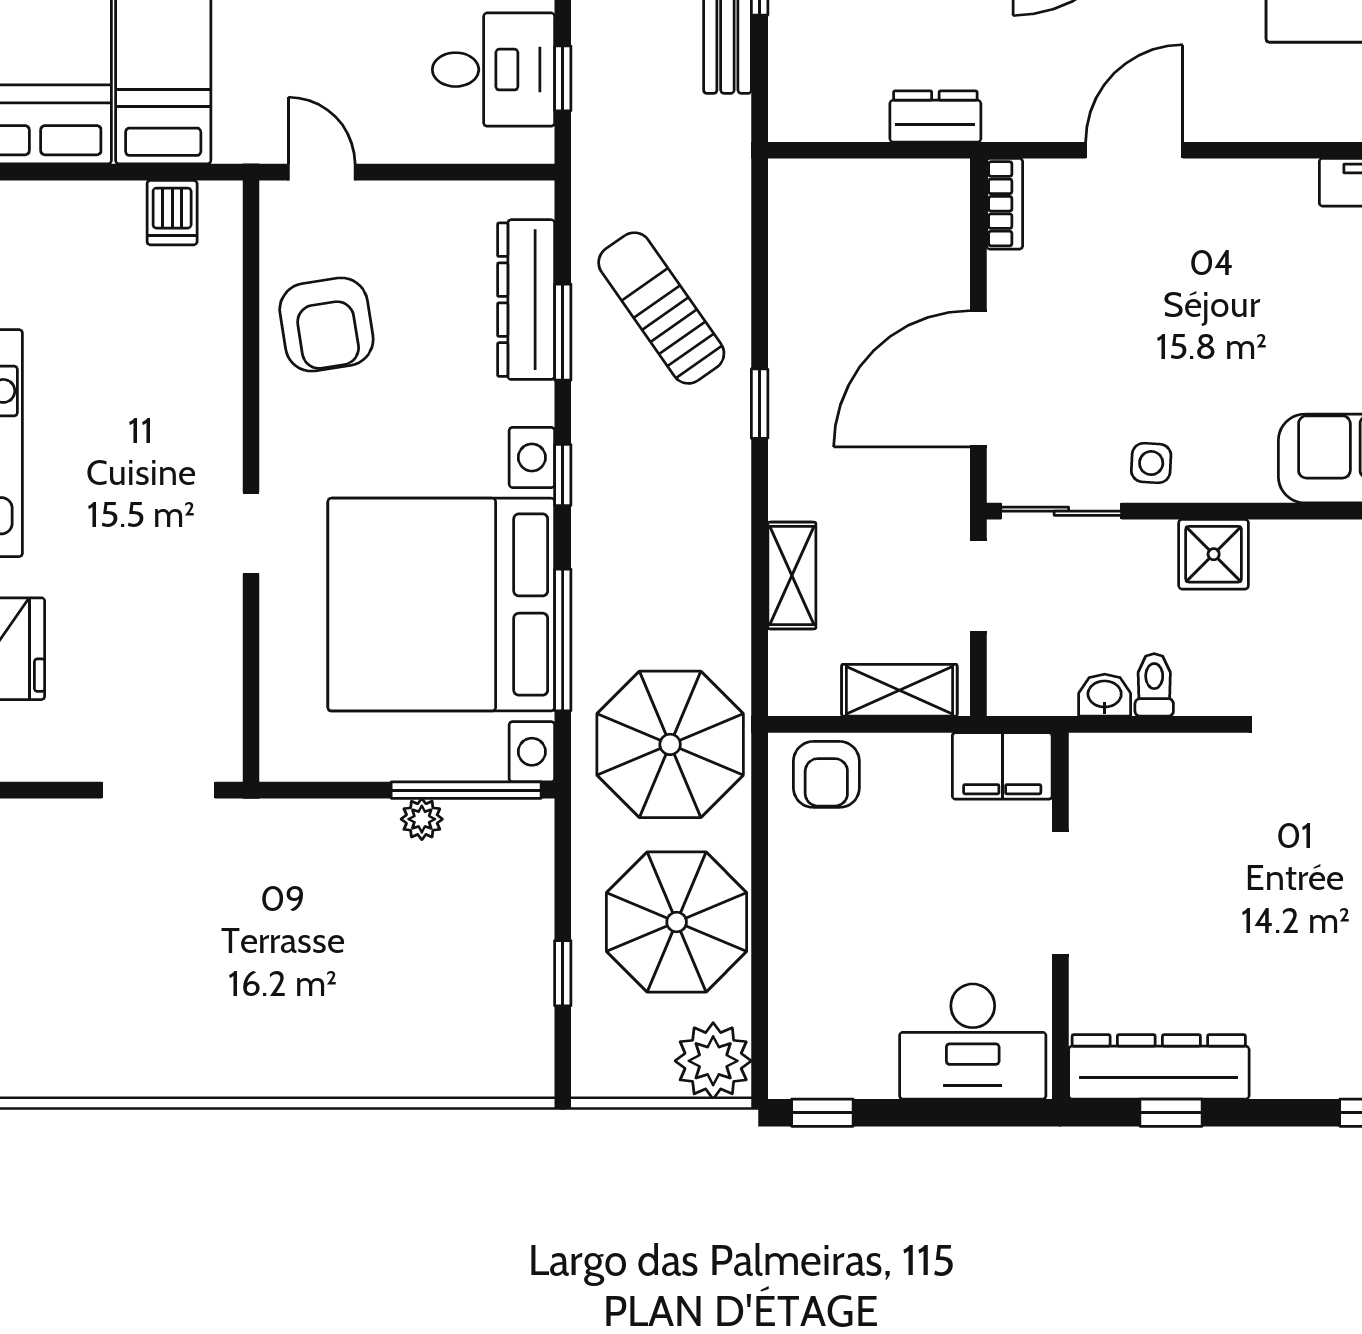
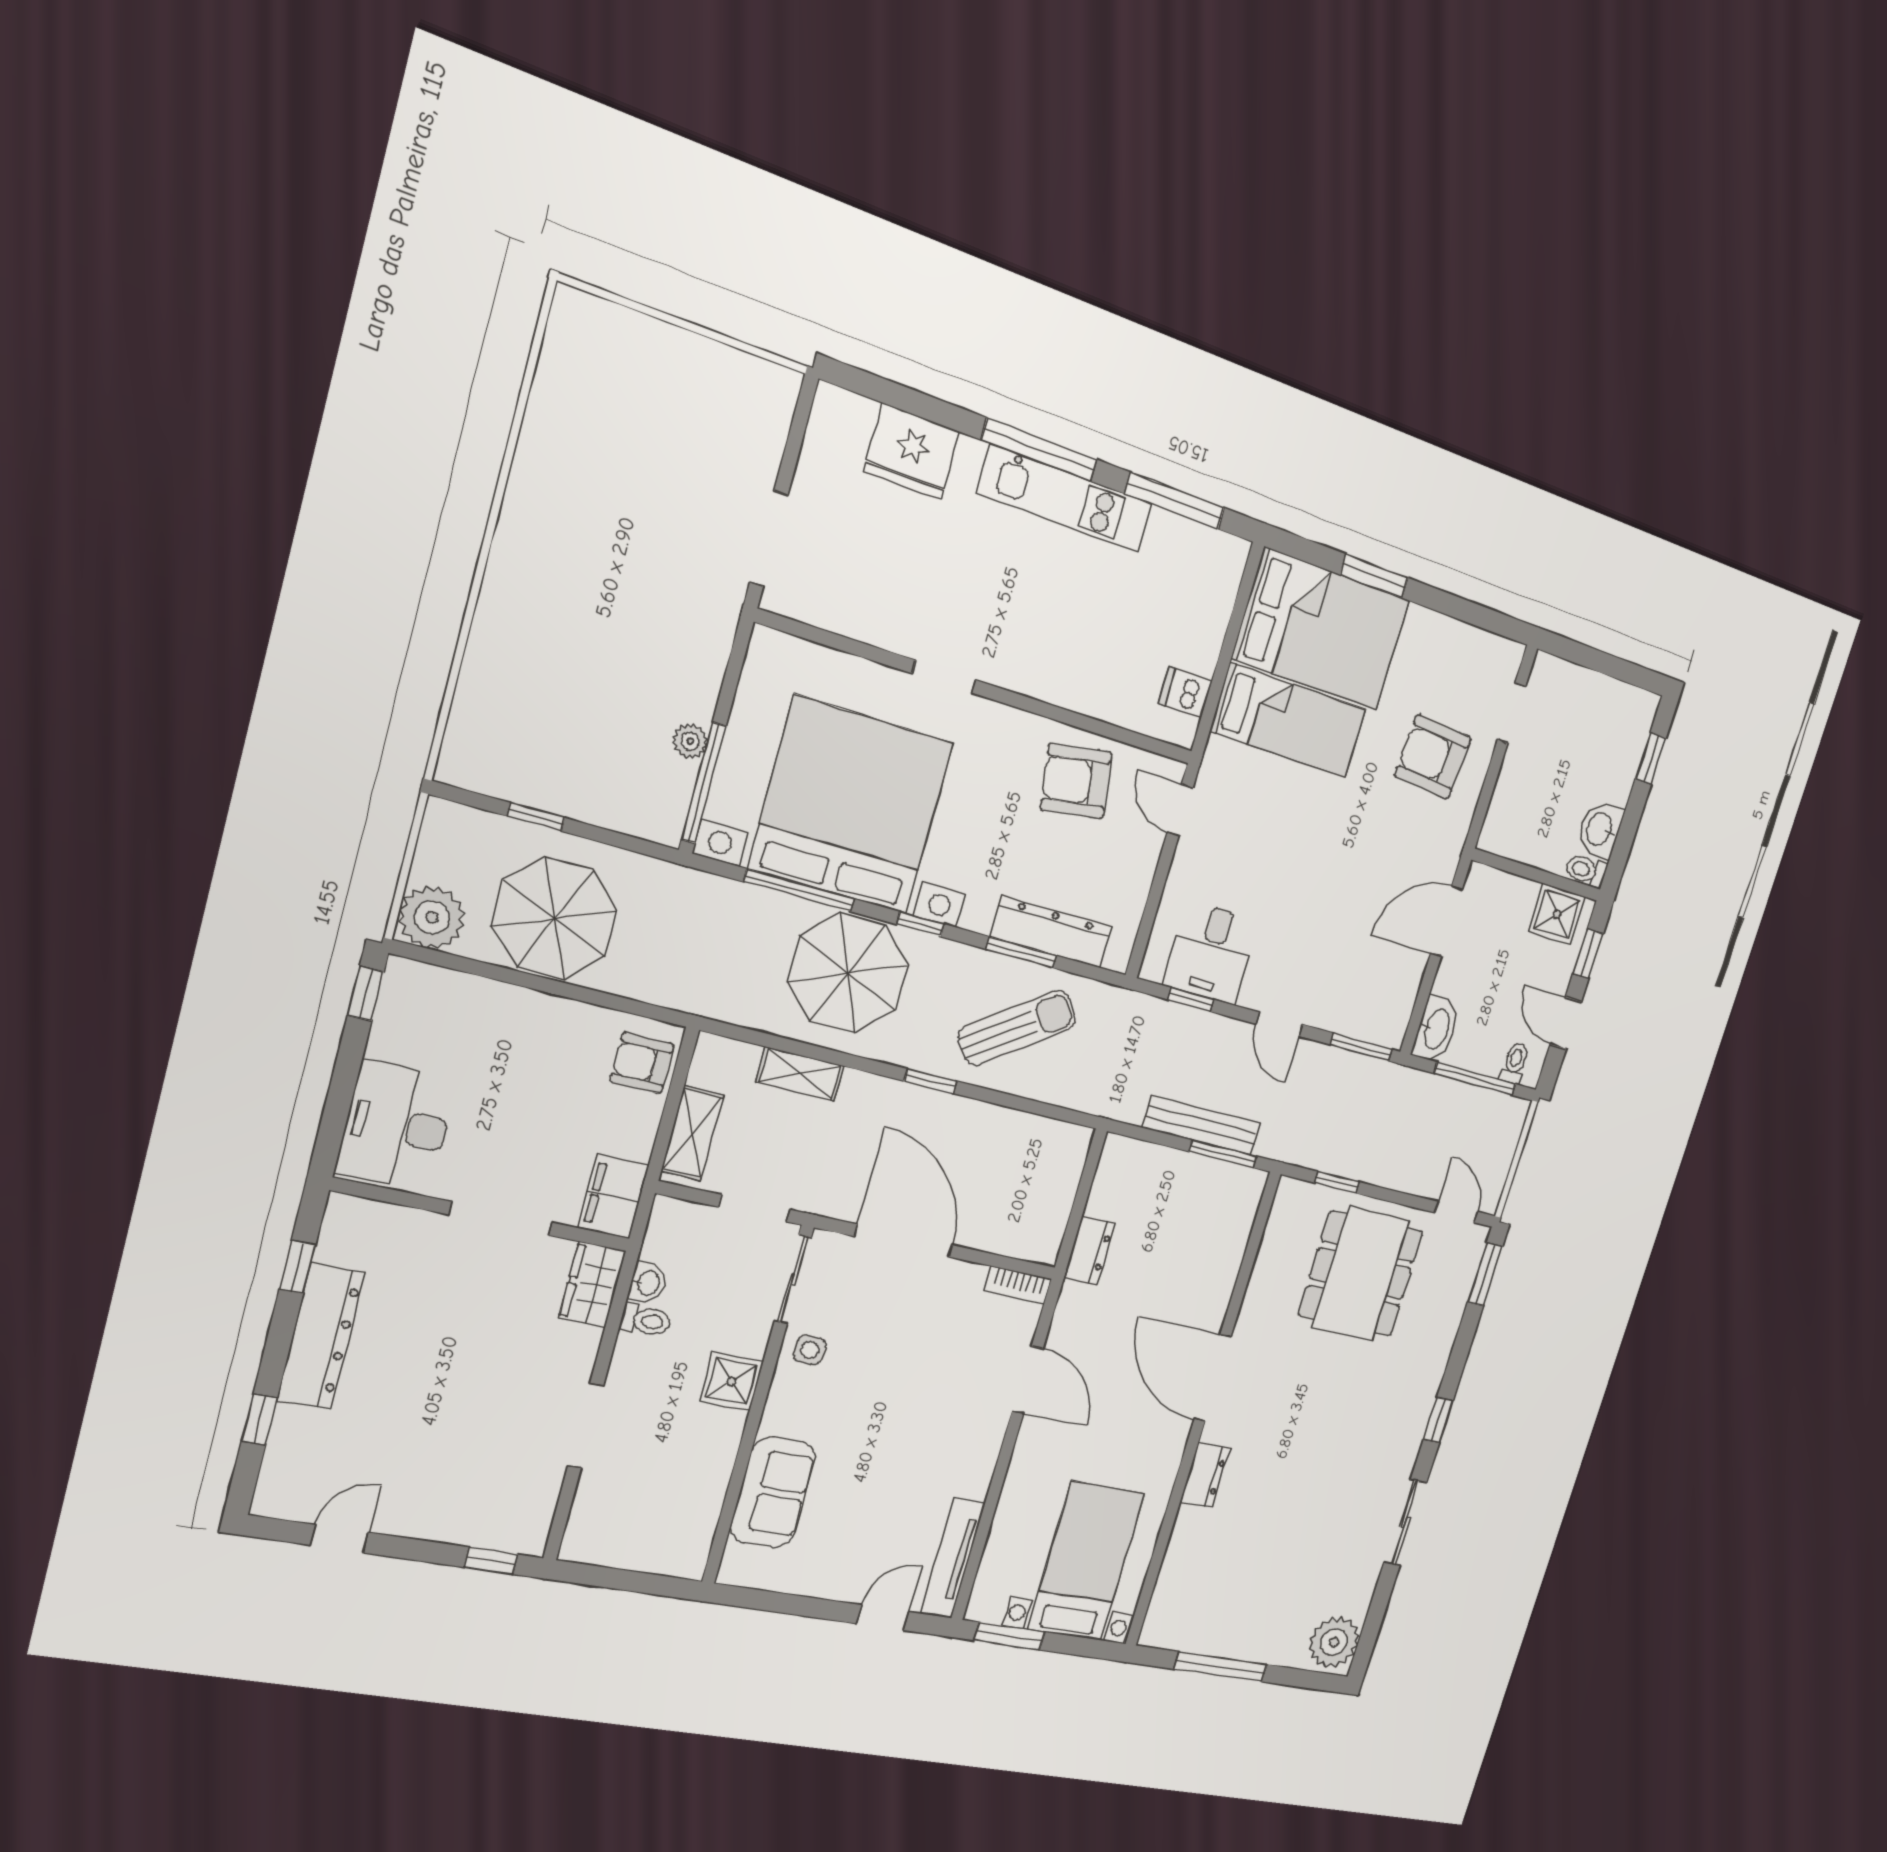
door: (322, 172) -> (1180, 810), swing flipped
parasol: (670, 744) -> (848, 973), moved
wardrobe: (1121, 763) -> (592, 1285), added
dresser: (1159, 1067) -> (321, 1337), moved

